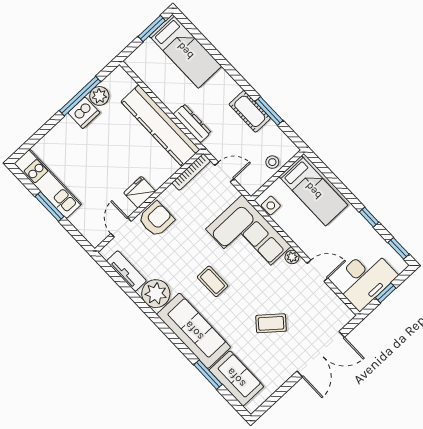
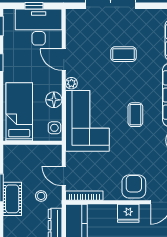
stool: (272, 162) -> (41, 196), moved
armchair: (156, 219) -> (134, 187), turned 90
floor lamp: (294, 229) -> (54, 100), added
coffee table: (271, 323) -> (123, 54), turned -40

